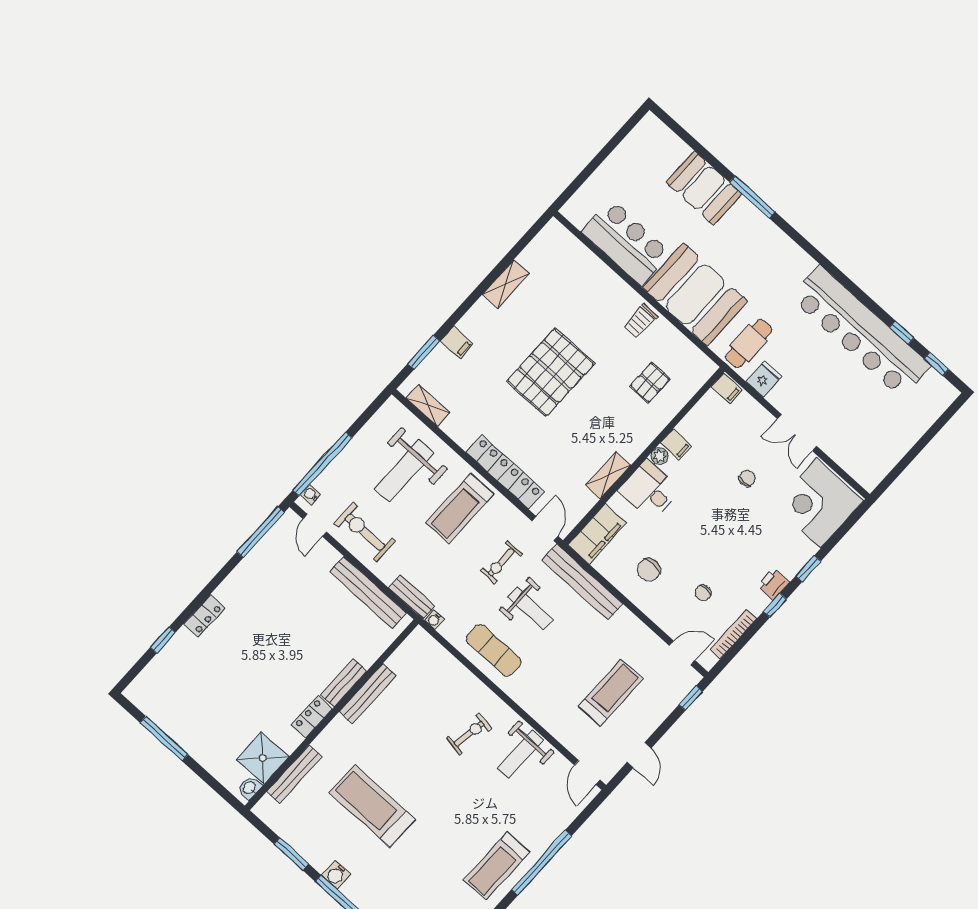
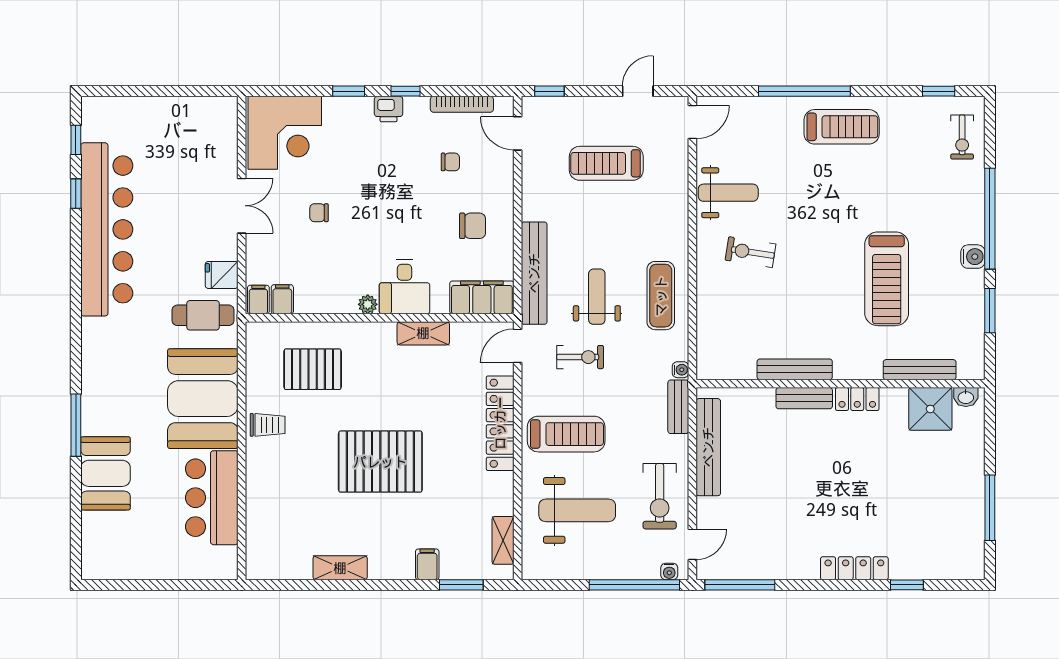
pallet: (650, 383) -> (313, 369), width x1.50, depth x1.42
filing cabinet: (676, 444) -> (282, 299), moved
locker: (204, 616) -> (854, 568), width x1.53

